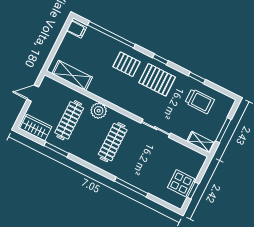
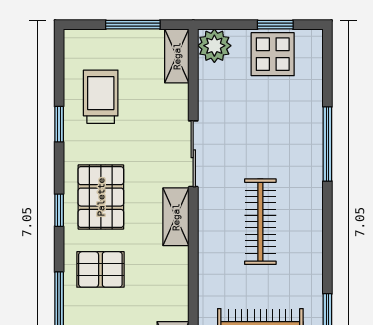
pallet: (127, 64) -> (100, 269), turned 90
shelving: (133, 107) -> (176, 217), added
plant: (99, 111) -> (214, 46), moved
clothes rail: (113, 142) -> (260, 222), turned 90

